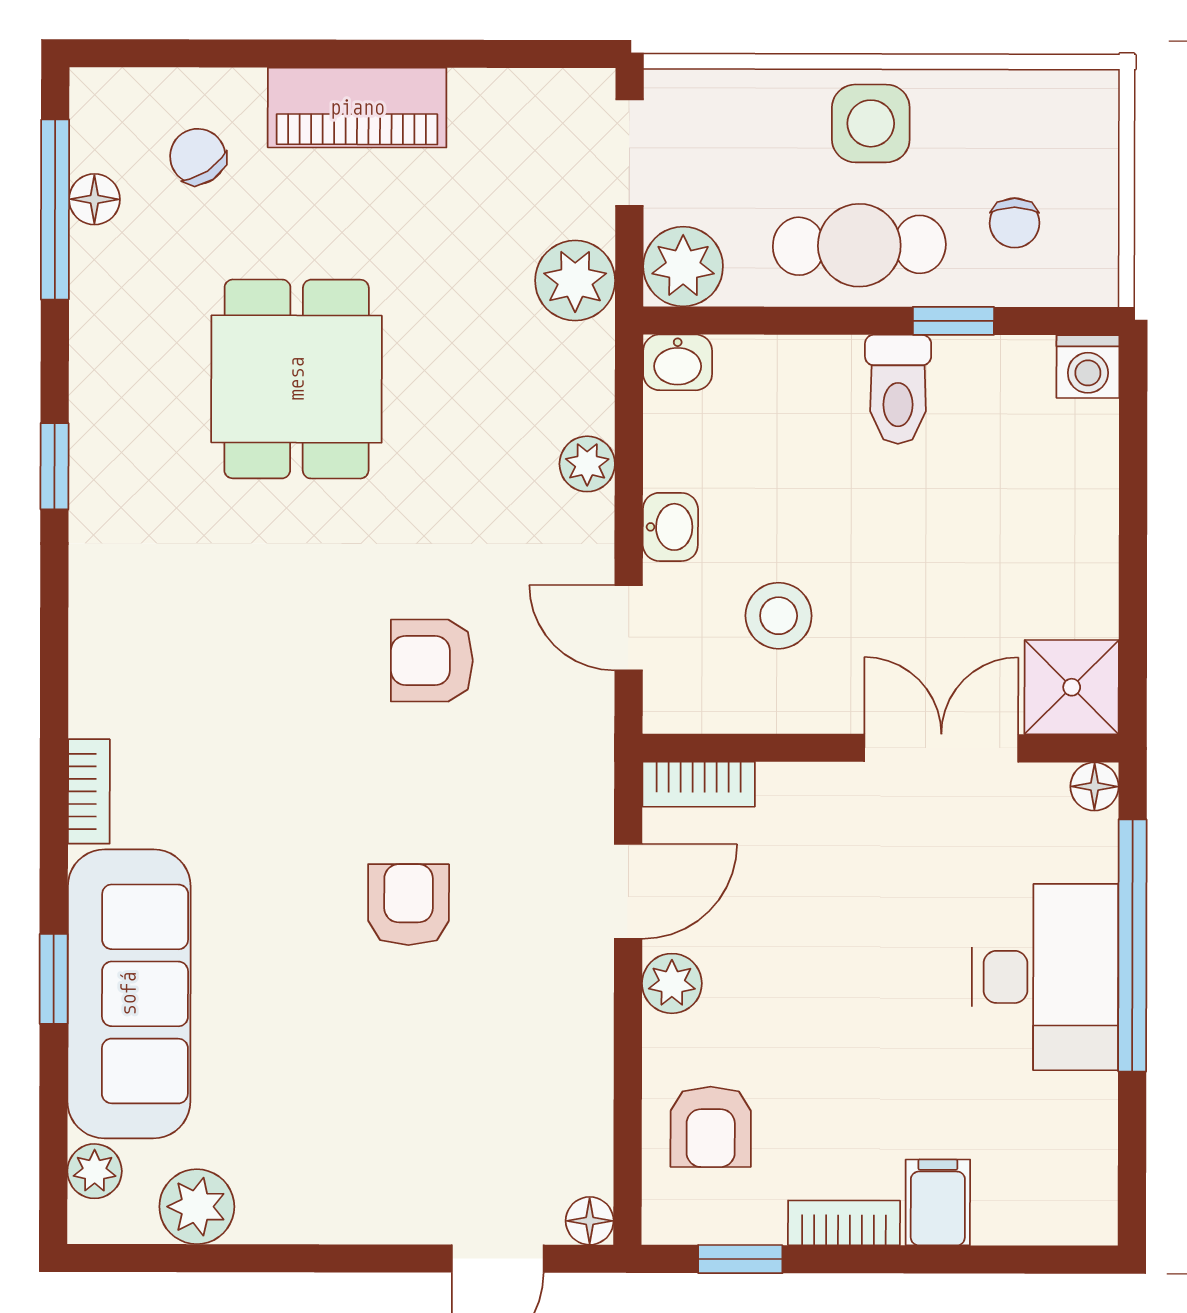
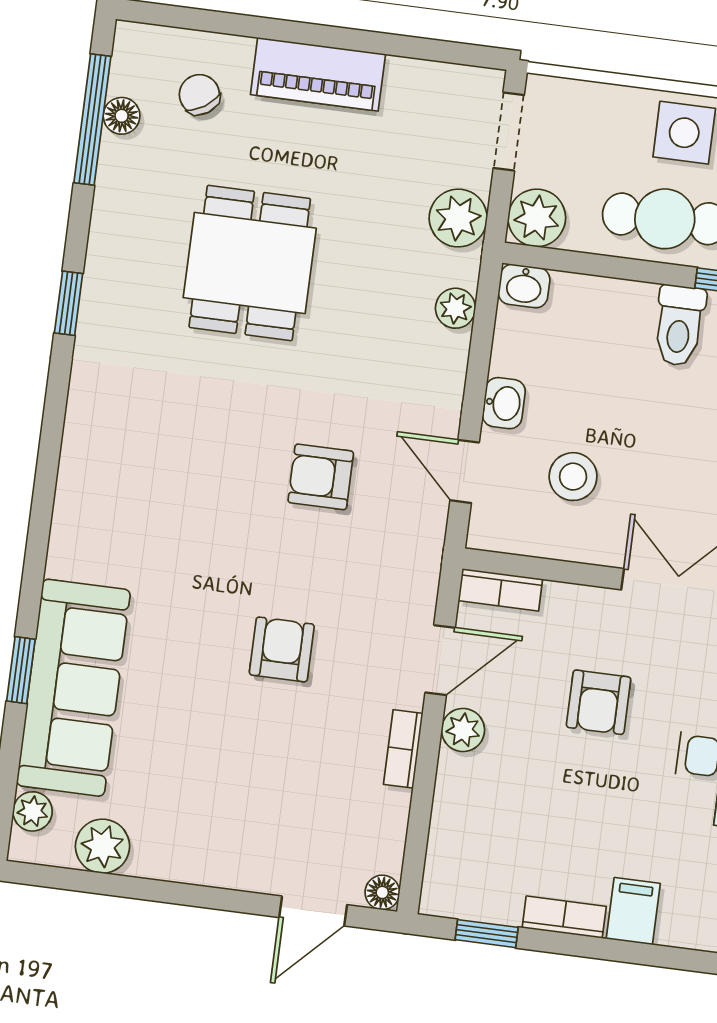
plant: (587, 464) -> (455, 308), moved
bookcase: (89, 791) -> (403, 749), moved, turned 180
armchair: (711, 1127) -> (599, 702), moved

